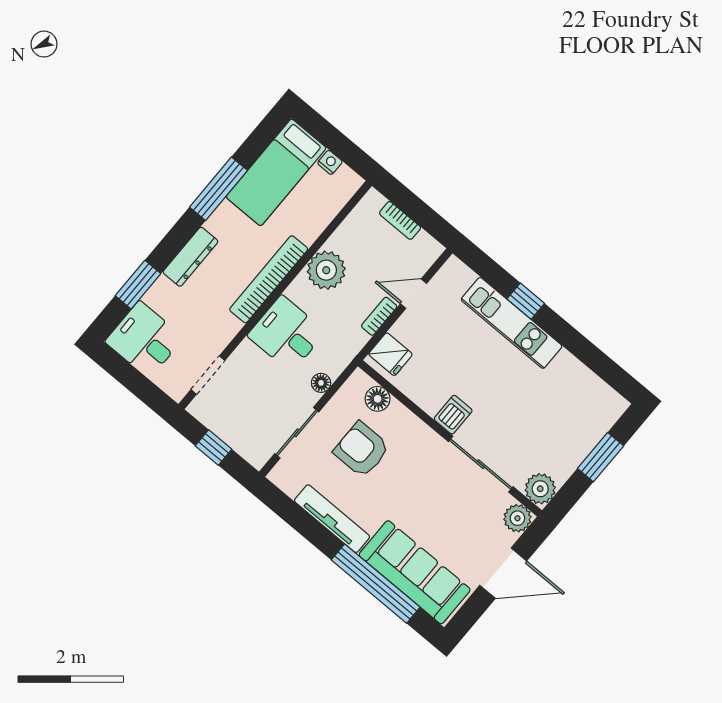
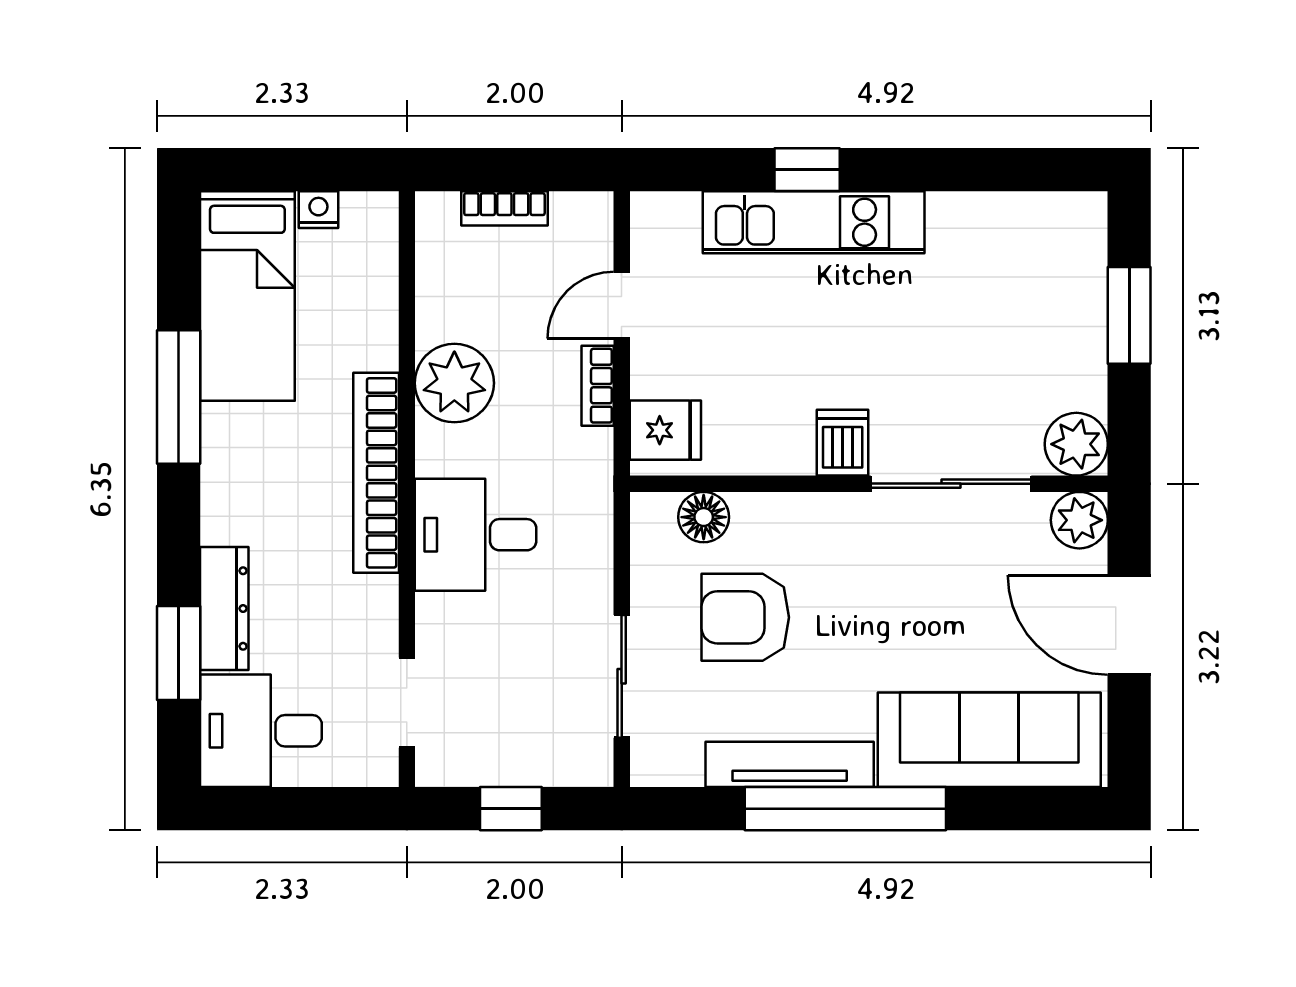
dresser: (191, 257) -> (224, 609), moved
floor lamp: (321, 383) -> (594, 566), removed
door: (503, 573) -> (1129, 625), swing flipped
window: (376, 584) -> (845, 809), moved

